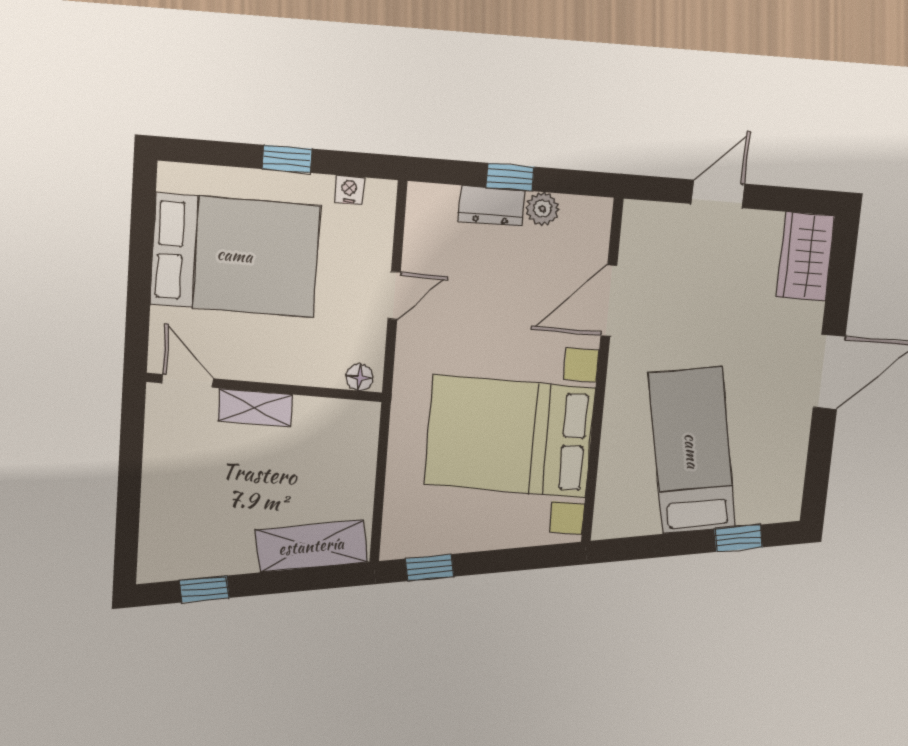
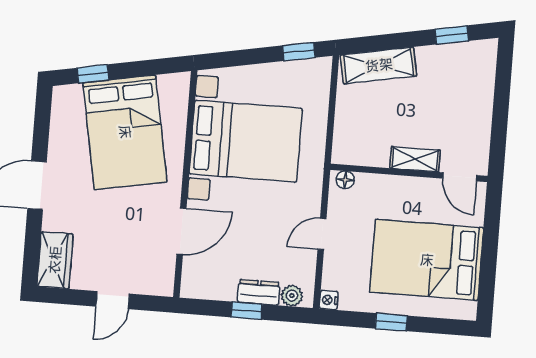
nightstand: (349, 190) -> (329, 300), moved, turned 90
plant: (542, 209) -> (292, 296), moved
bed: (692, 451) -> (125, 132), width x1.50

